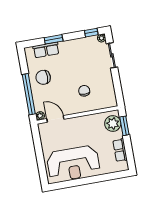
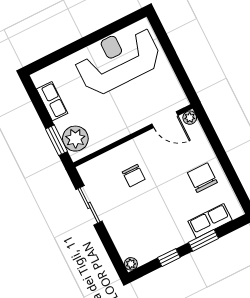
window: (91, 33) -> (169, 258), moved
sliding door: (112, 55) -> (89, 205), moved
chair: (43, 77) -> (202, 178), turned -90
window: (29, 94) -> (217, 145), removed

